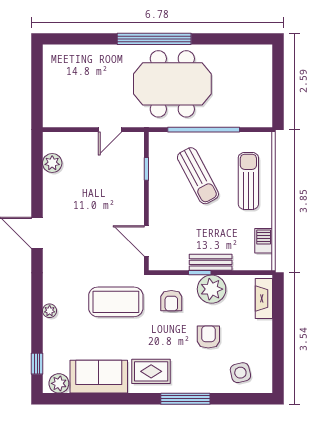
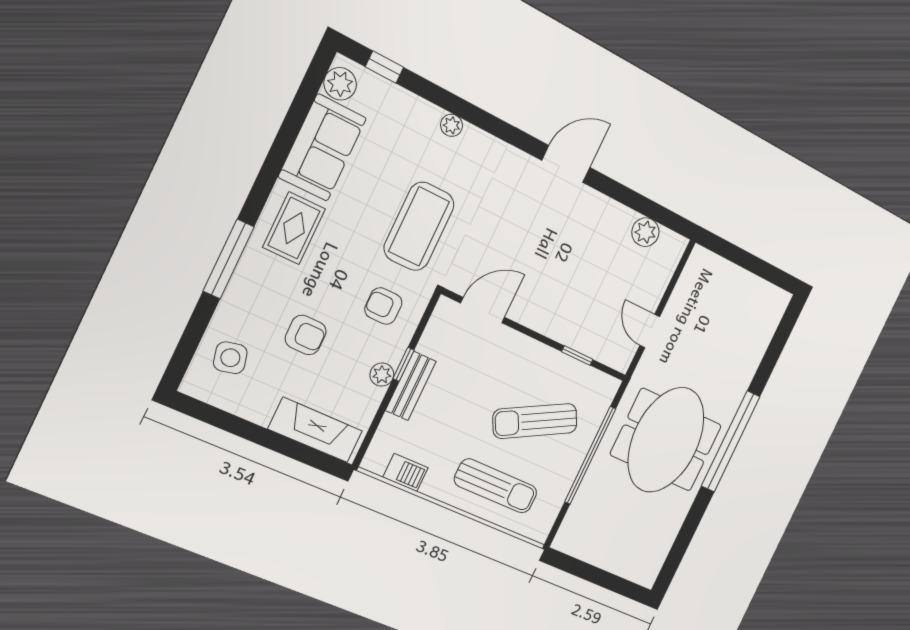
plant: (212, 289) -> (382, 375), width x0.53, depth x0.53
fireplace: (264, 298) -> (315, 430), width x1.37, depth x1.32

